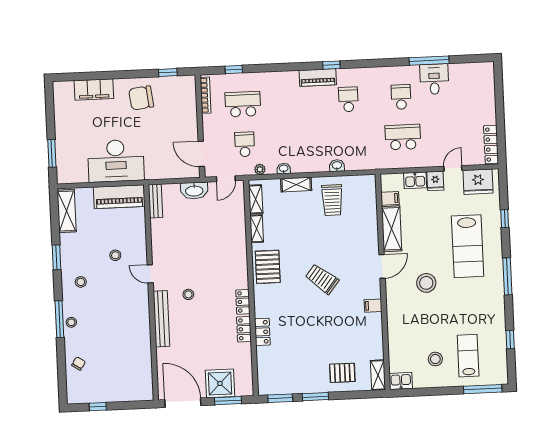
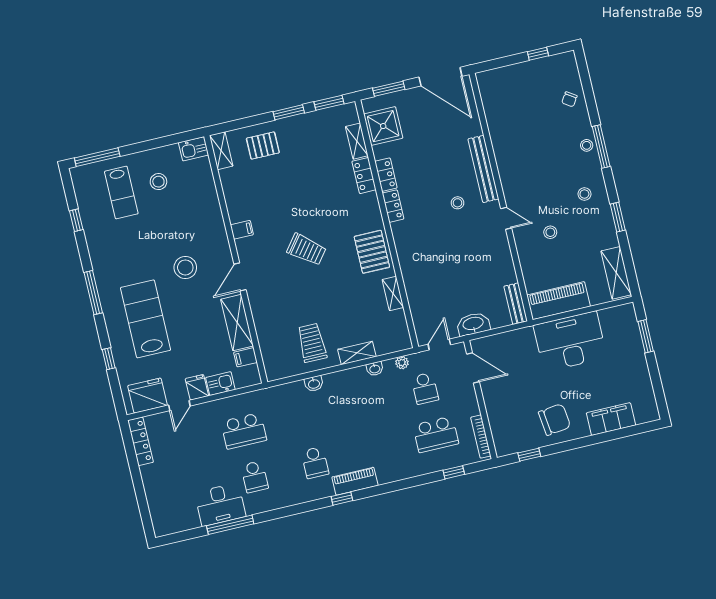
desk: (434, 79) -> (220, 504), width x1.37
shelving: (256, 199) -> (357, 141), moved
shower: (220, 383) -> (383, 126), moved

